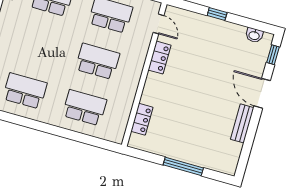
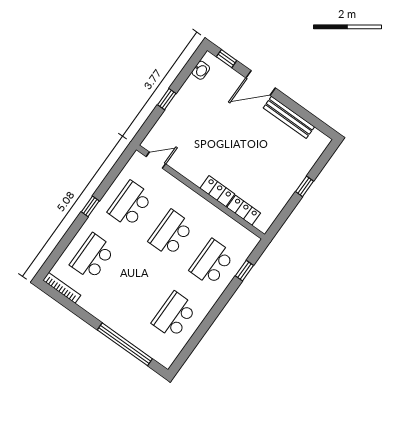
locker: (160, 58) -> (217, 191), moved
bench: (242, 123) -> (289, 117), width x1.36
window: (88, 140) -> (244, 271), added
window: (183, 166) -> (304, 186), width x0.46

